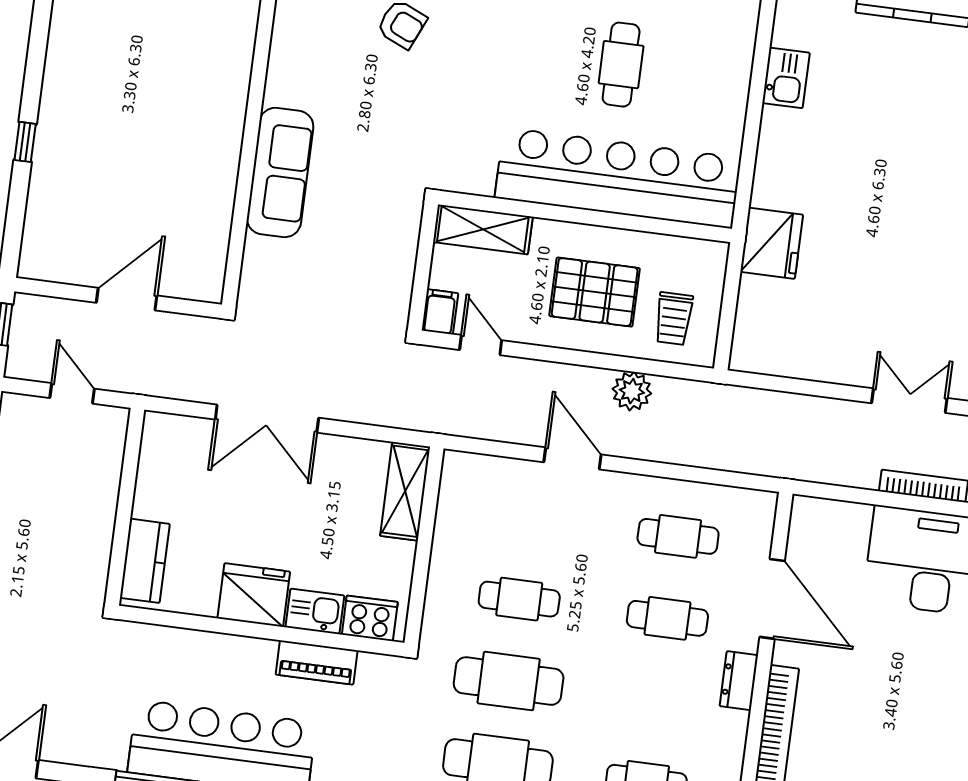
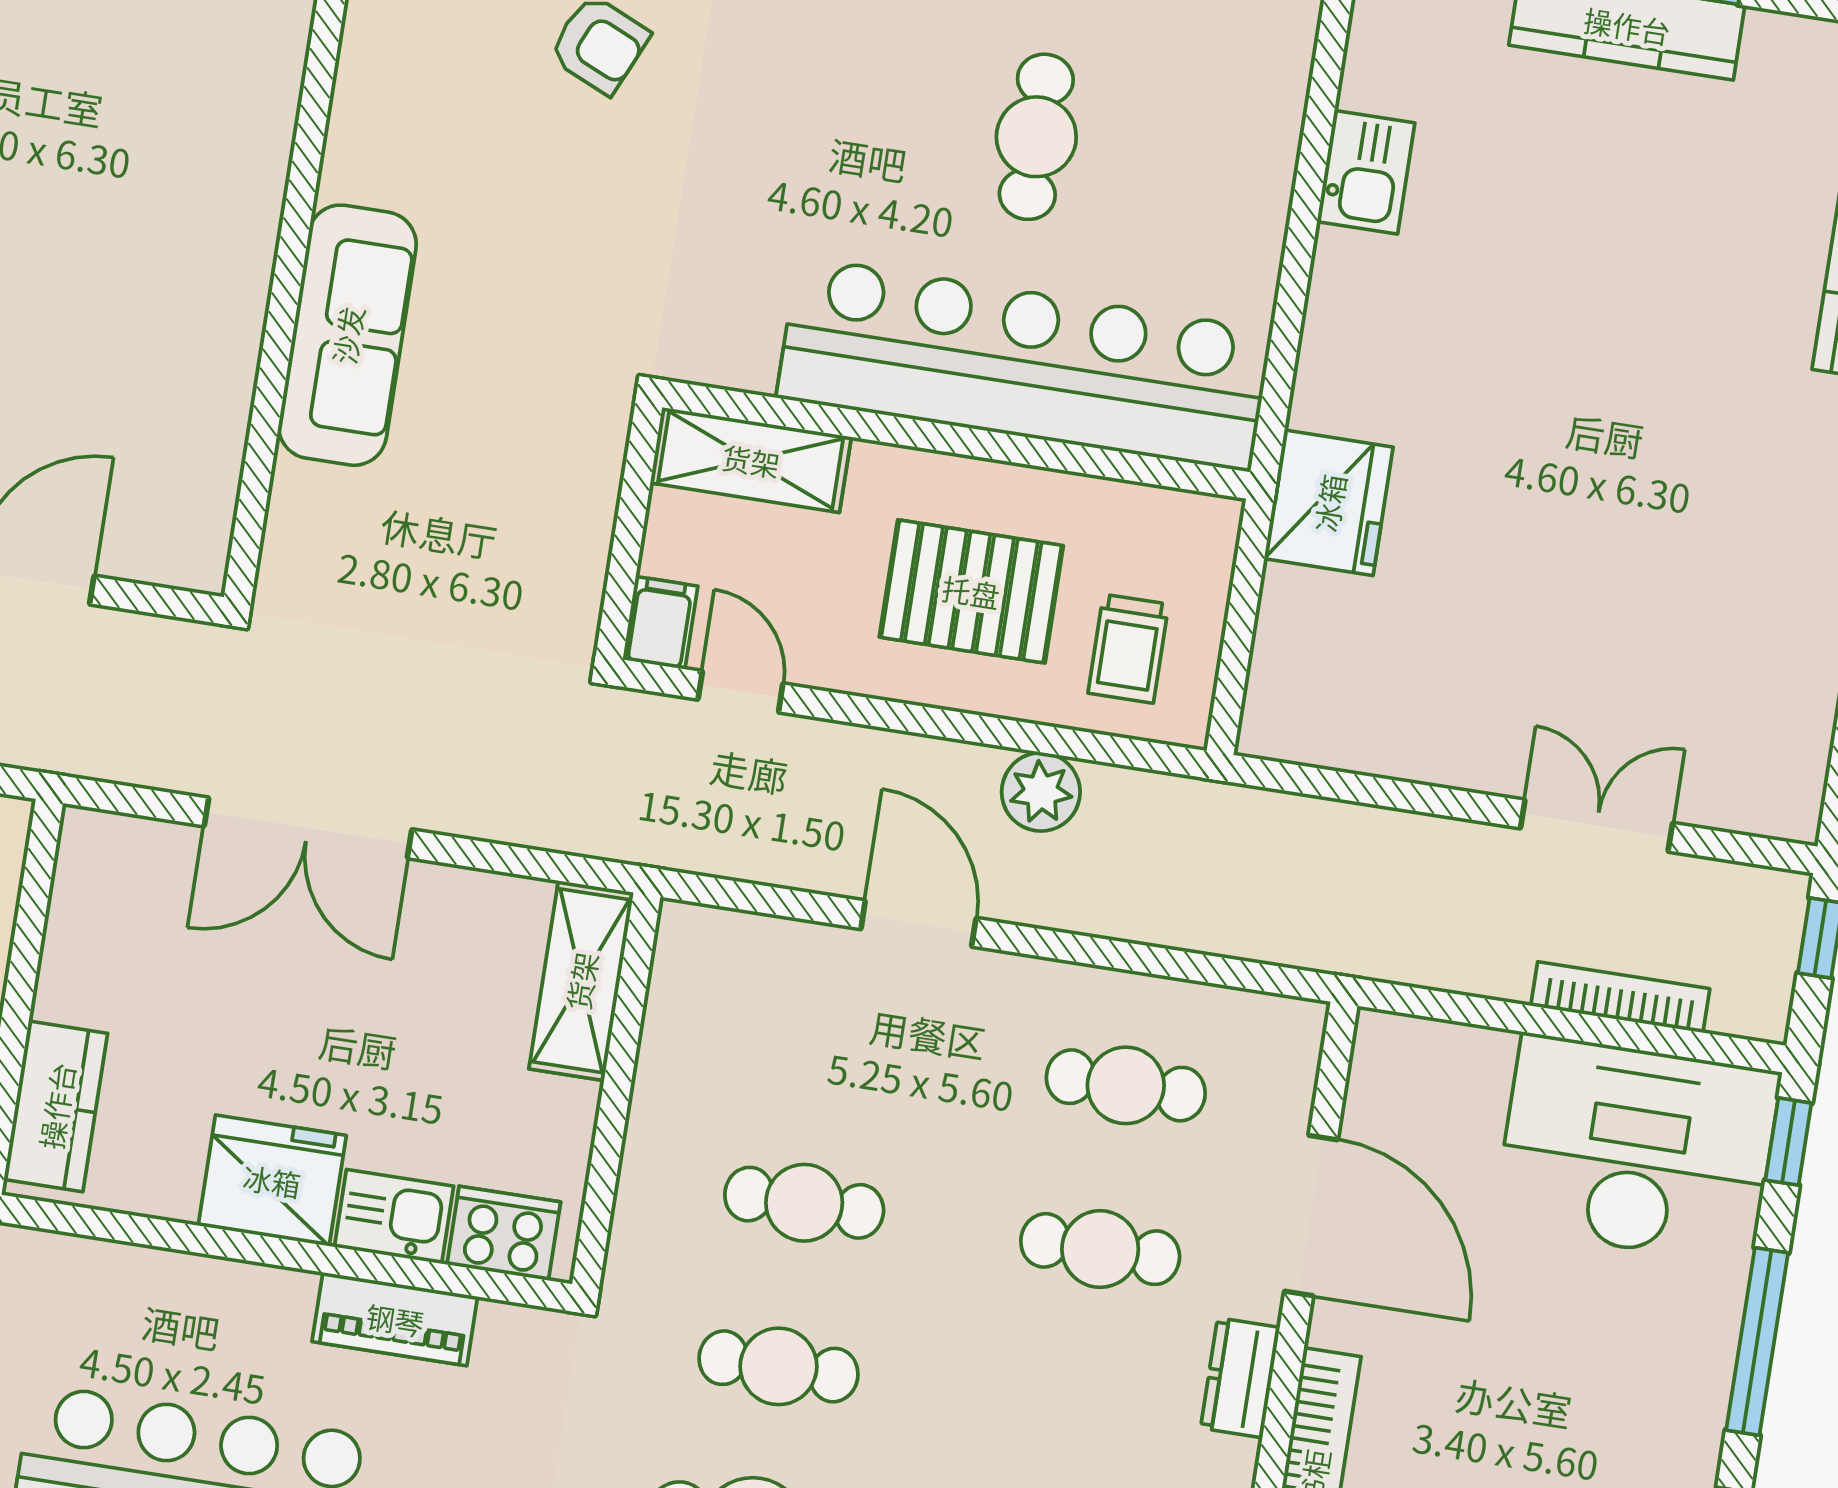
cafe table: (509, 681) -> (779, 1366), width x0.73, depth x0.74

